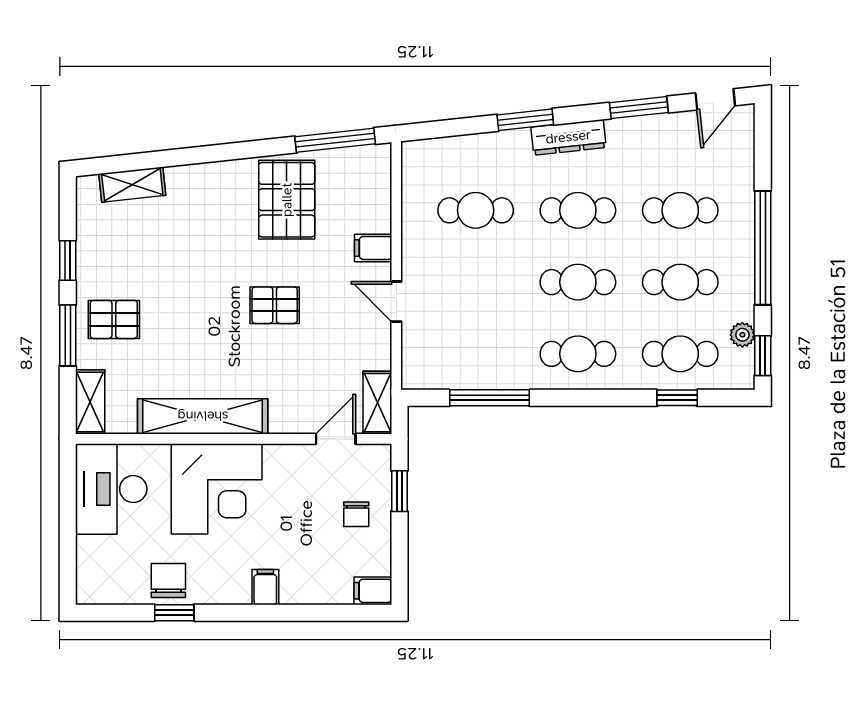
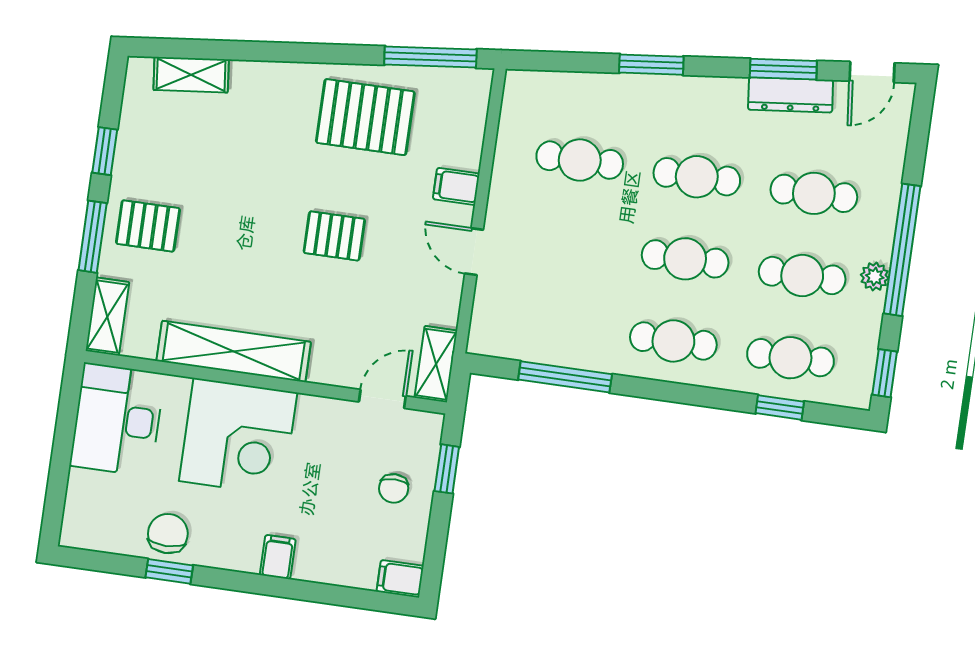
dresser: (568, 137) -> (791, 95), moved
pallet: (287, 200) -> (365, 117), turned 90
plant: (742, 335) -> (875, 277), moved

